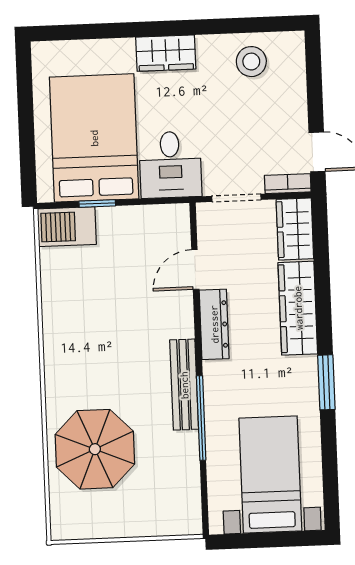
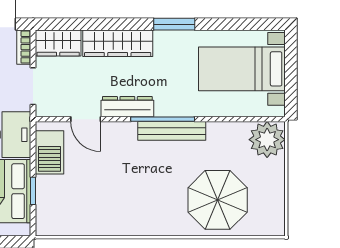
barbecue: (67, 227) -> (49, 152), moved
window: (201, 418) -> (163, 119), moved
plant: (178, 512) -> (267, 140), added

